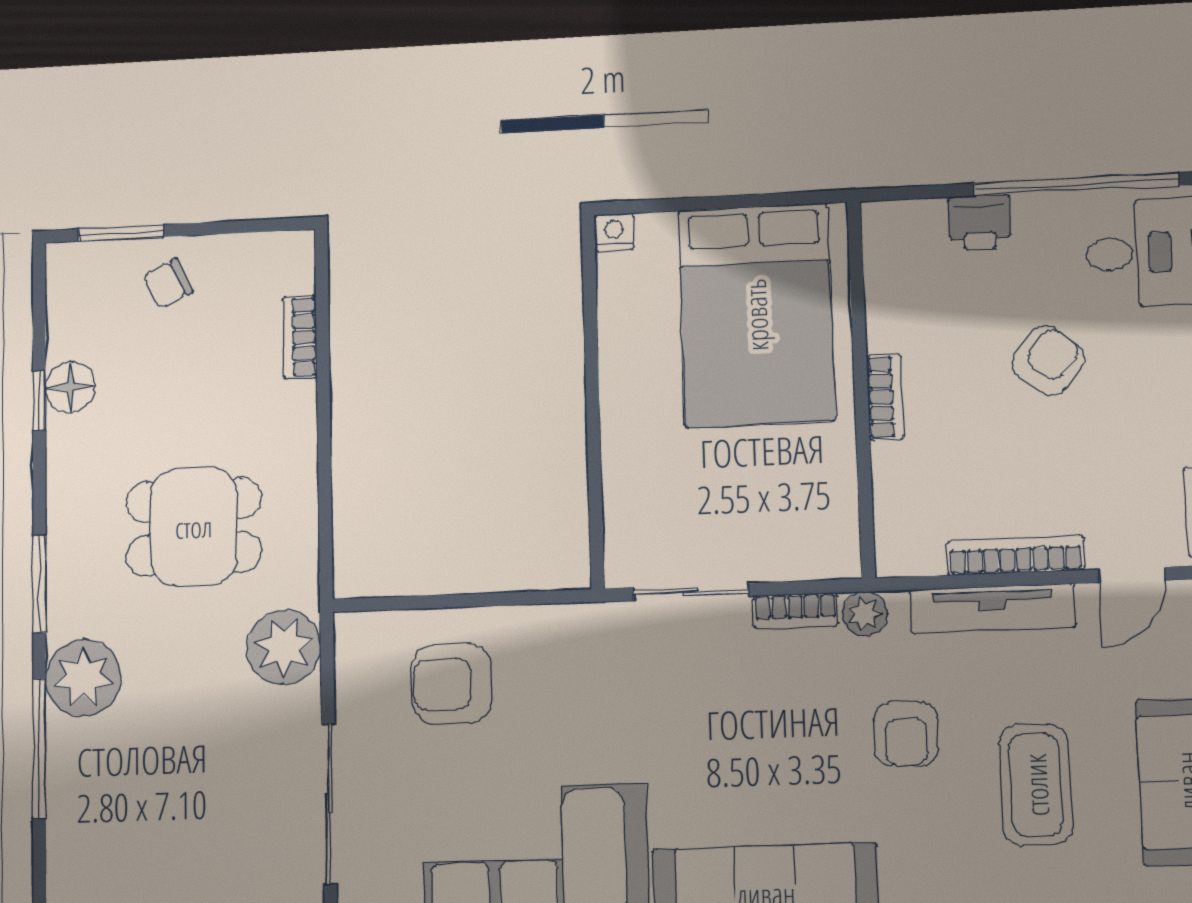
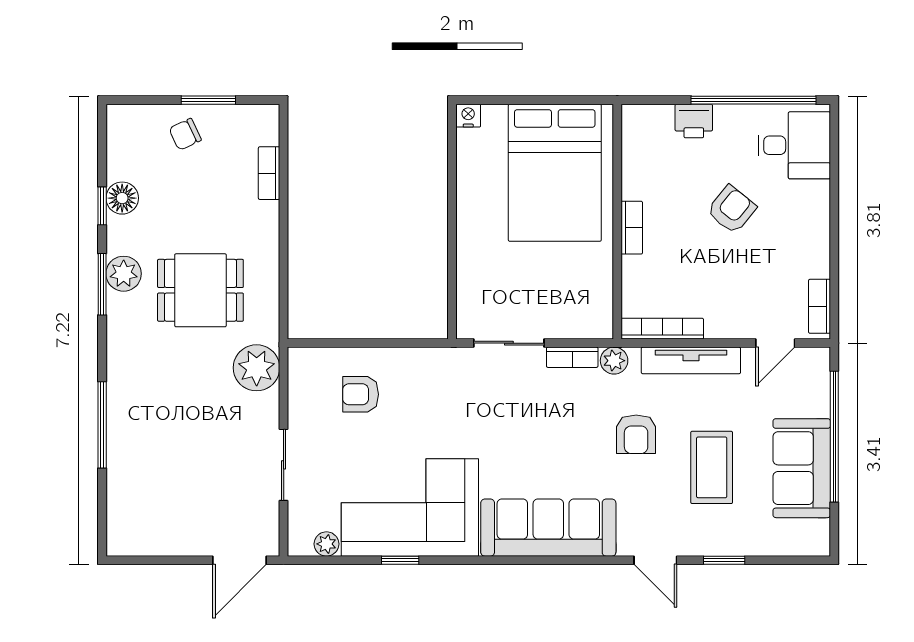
window: (121, 233) -> (208, 100), moved
bookcase: (1015, 556) -> (662, 329), moved
window: (39, 584) -> (102, 284), moved
plant: (83, 678) -> (124, 274), moved, width x0.73, depth x0.73
armchair: (452, 684) -> (361, 394), width x0.72, depth x0.72
sliding door: (329, 803) -> (284, 465), width x0.73

